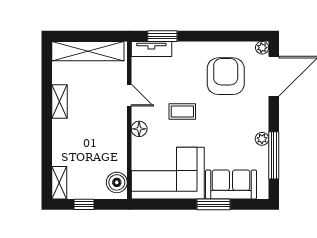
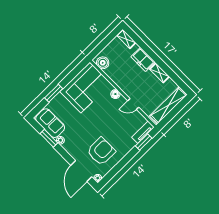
armchair: (226, 76) -> (101, 151), turned -90
coffee table: (182, 111) -> (105, 119), removed
freezer: (64, 138) -> (143, 59), added
window: (274, 155) -> (49, 138), width x0.69
sofa: (231, 185) -> (50, 123), moved, turned -90
window: (84, 204) -> (107, 40), removed

